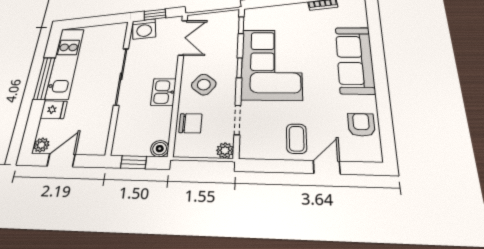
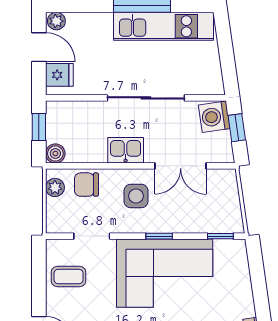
double door: (183, 38) -> (181, 166), moved
side table: (204, 85) -> (136, 196), turned -38
fridge: (54, 110) -> (59, 75), moved, turned -90
chair: (190, 123) -> (86, 185), turned 90
coffee table: (296, 139) -> (69, 277), moved
plant: (225, 150) -> (55, 187), moved

